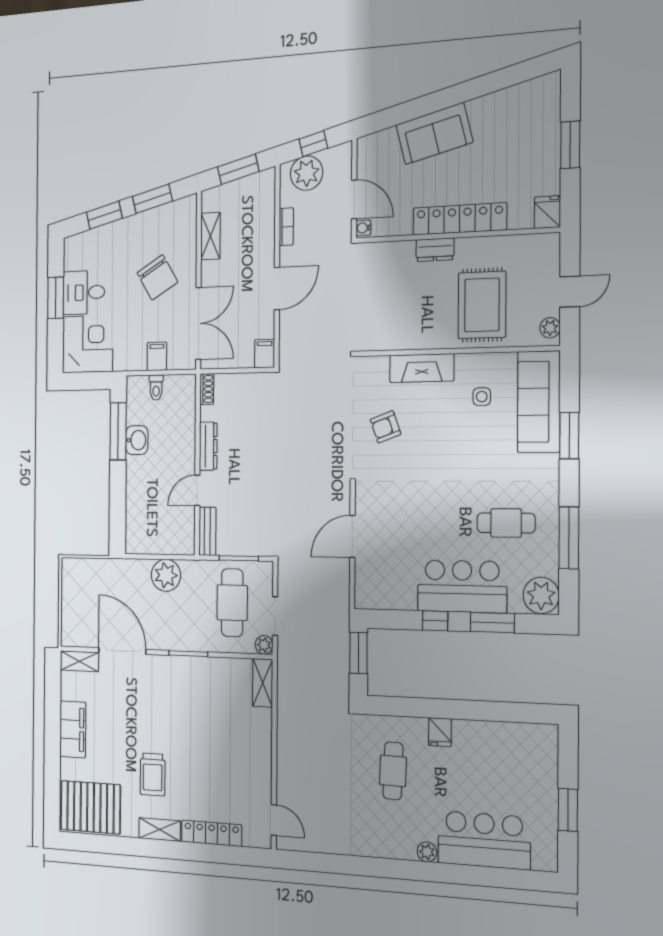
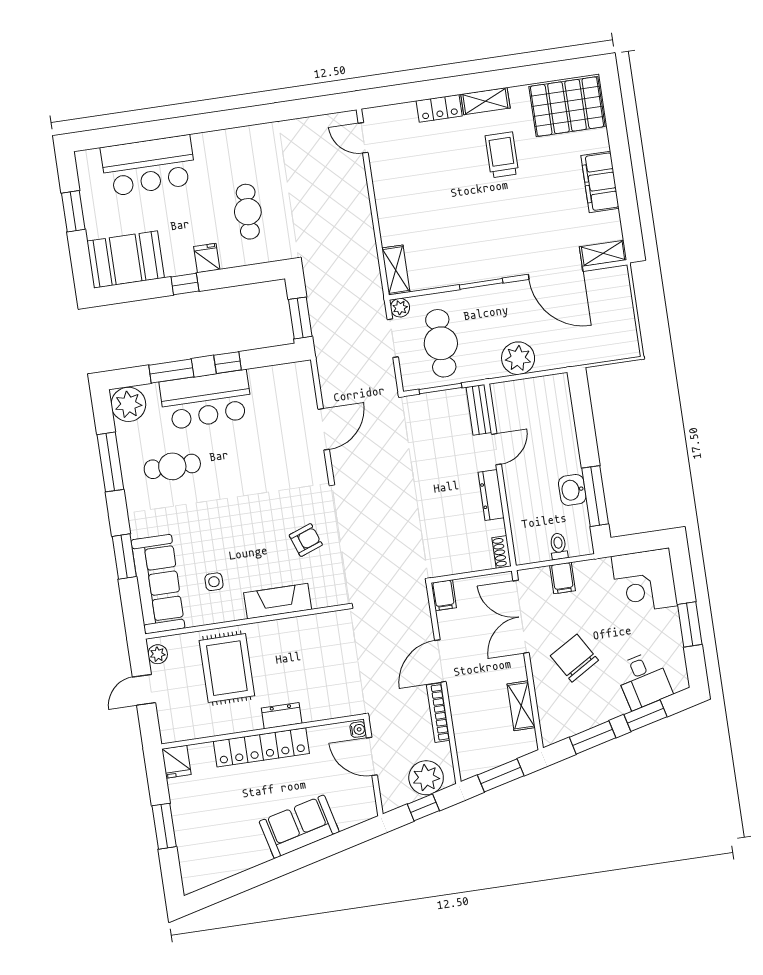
bookcase: (286, 227) -> (438, 713), width x1.56
desk: (84, 293) -> (643, 680), moved, turned 76
window: (465, 710) -> (185, 284), added
booth: (521, 748) -> (126, 259), added
locker: (212, 833) -> (439, 108), width x0.66
plant: (427, 852) -> (202, 142), removed

